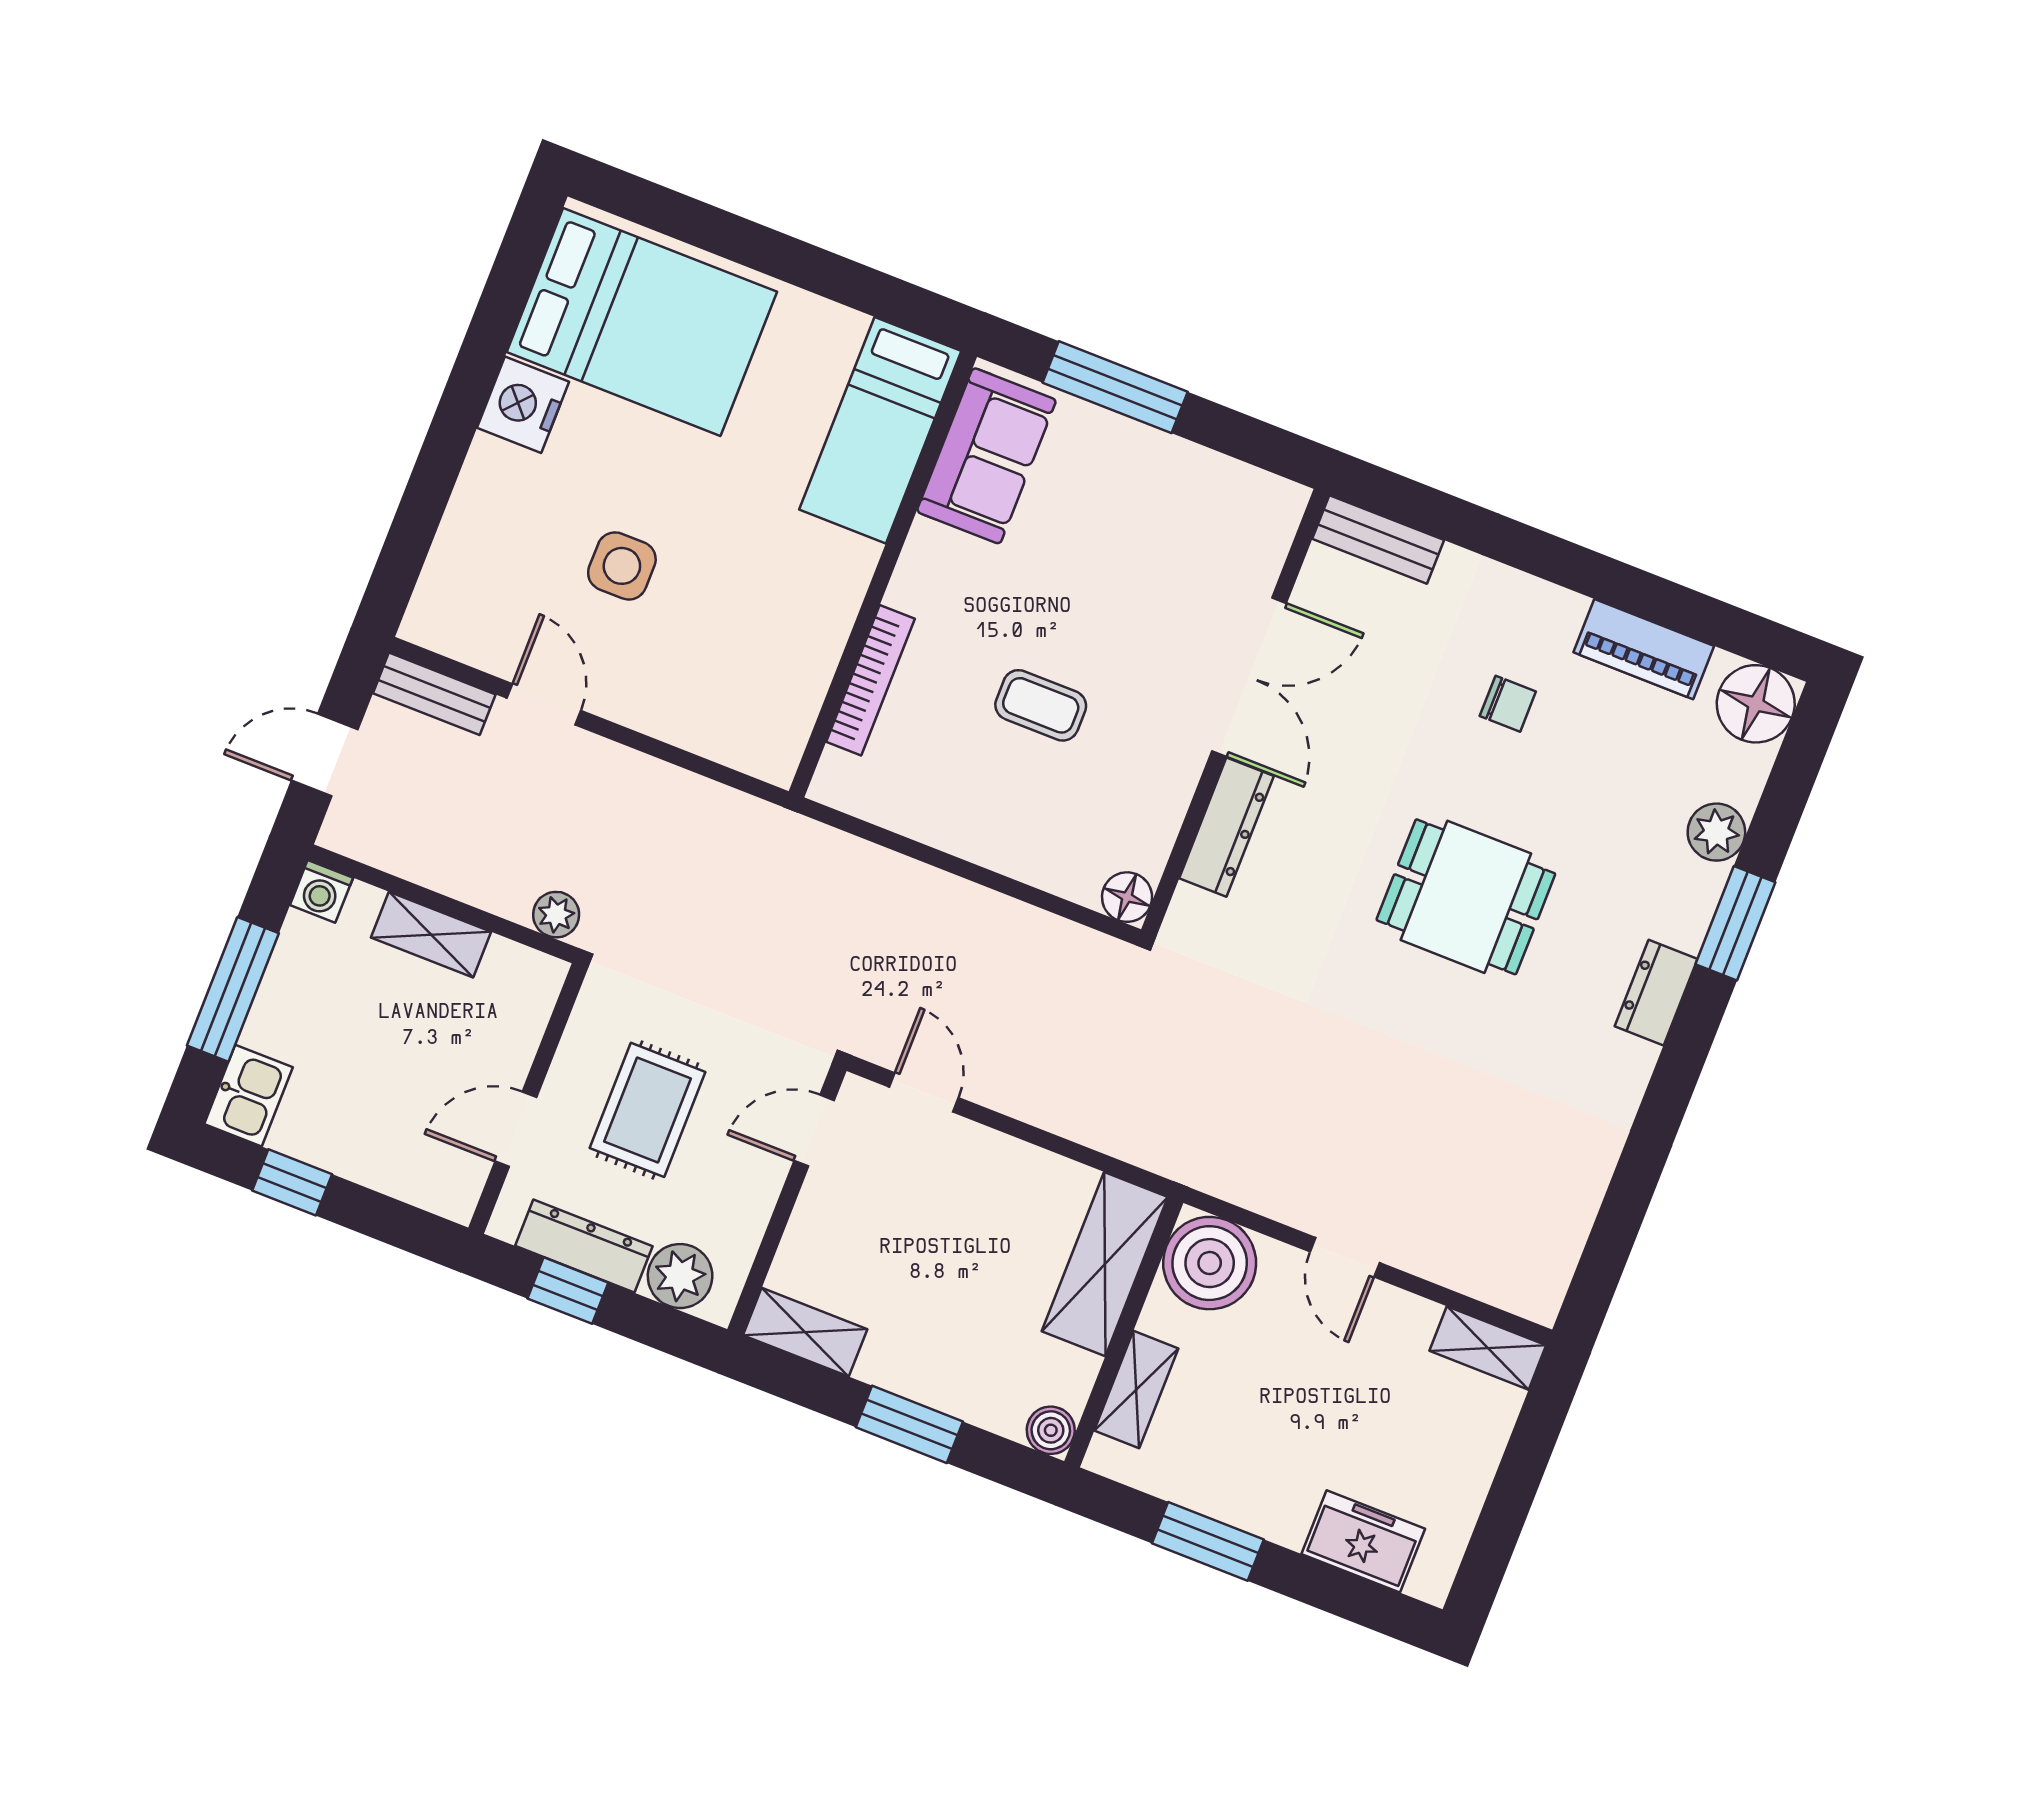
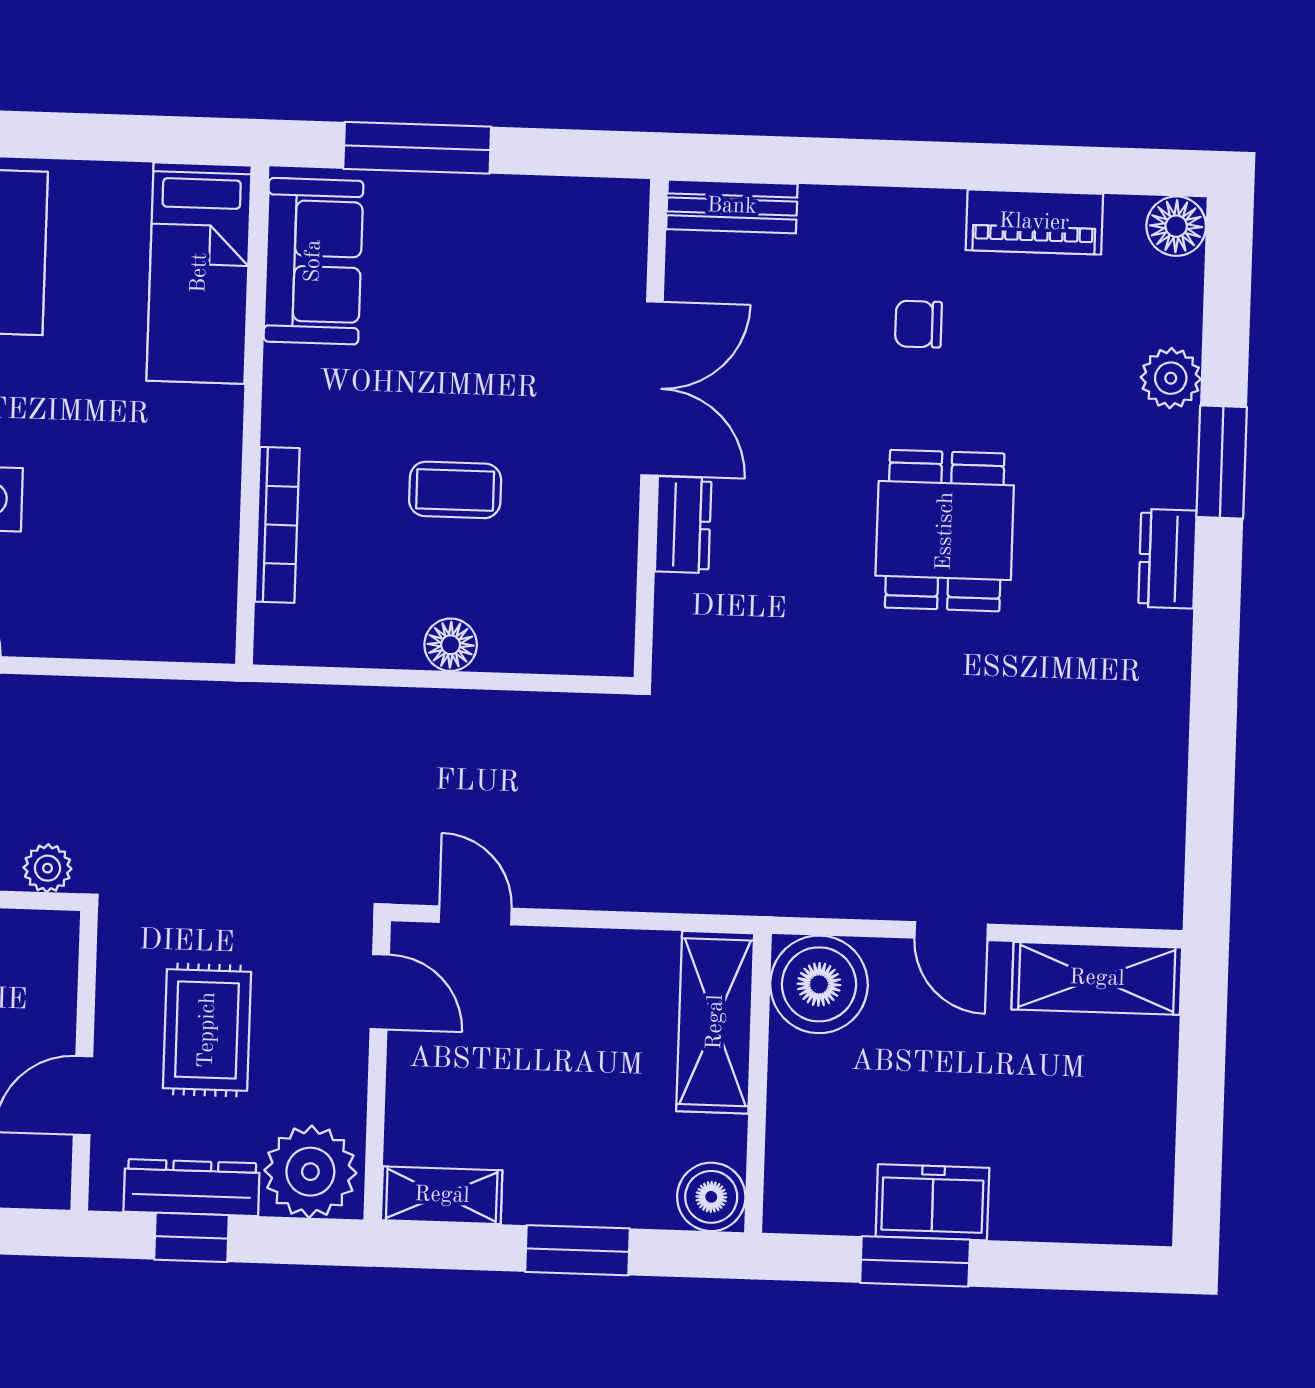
chair: (1508, 704) -> (918, 324), turned 180
floor lamp: (1756, 704) -> (1176, 226), width x0.73, depth x0.73
dresser: (1226, 827) -> (683, 525), width x0.70
floor lamp: (1127, 897) -> (451, 645), moved
dining table: (1466, 897) -> (945, 531), turned 90
door: (814, 1131) -> (380, 992), swing flipped
plant: (680, 1276) -> (310, 1172), width x1.36, depth x1.36
shelving: (1488, 1348) -> (1097, 978), width x1.50, depth x1.33
shelving: (1136, 1390) -> (791, 1136), removed
boiler: (1051, 1430) -> (711, 1197), width x1.36, depth x1.36
freezer: (1363, 1541) -> (932, 1202), moved

